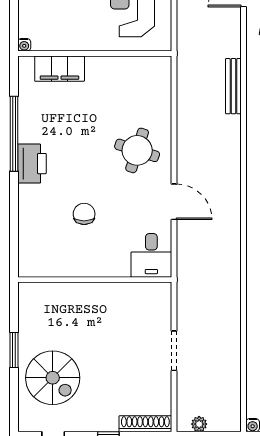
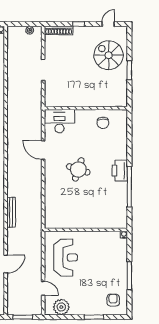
filing cabinet: (60, 69) -> (105, 222), removed
round table: (137, 150) -> (78, 169), moved
chair: (84, 214) -> (103, 123), moved
desk: (151, 255) -> (59, 121), width x1.37

